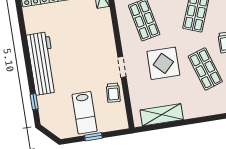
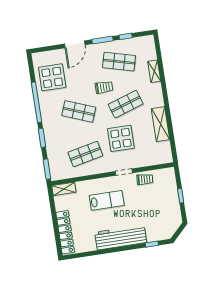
lab bench: (85, 113) -> (107, 200), moved
shelving: (162, 115) -> (160, 124), moved

